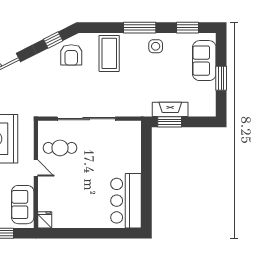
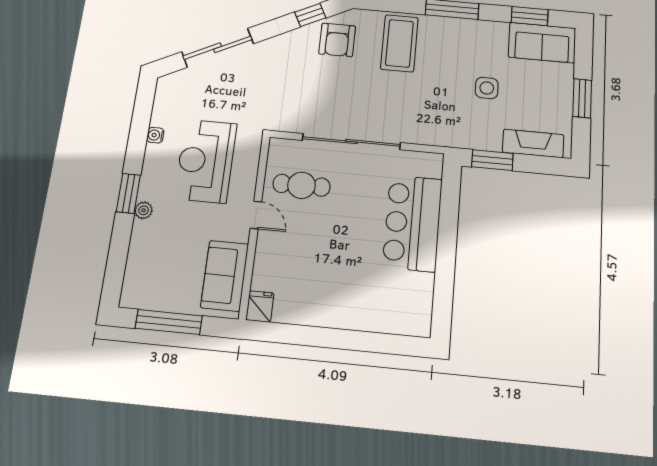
side table: (156, 46) -> (487, 88), moved
sofa: (204, 61) -> (542, 43), moved, turned -90
fireplace: (170, 109) -> (533, 143), moved
bar counter: (126, 201) -> (413, 223), moved

